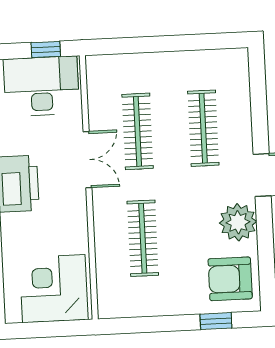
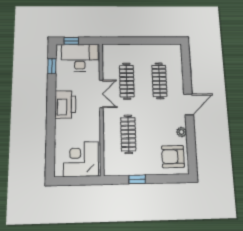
window: (46, 50) -> (71, 41), moved
plant: (238, 222) -> (181, 132), width x0.53, depth x0.53
window: (216, 321) -> (137, 179), moved

